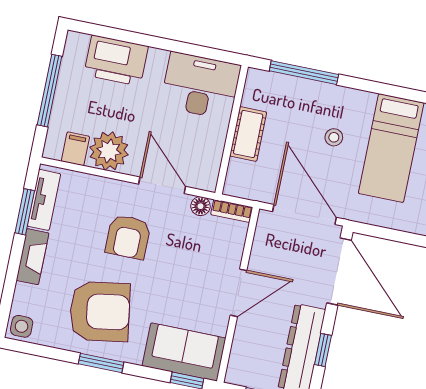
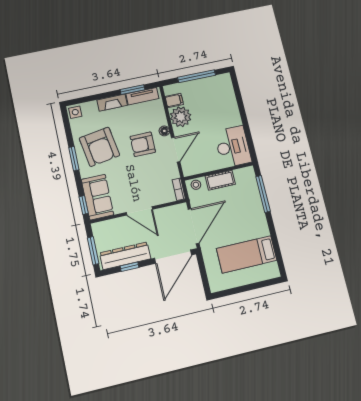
printer: (116, 61) -> (226, 101), removed
stool: (334, 137) -> (196, 185), moved
floor lamp: (200, 206) -> (164, 131), moved

